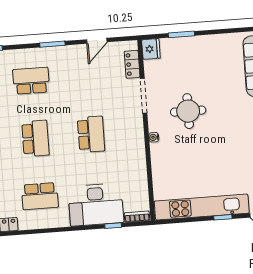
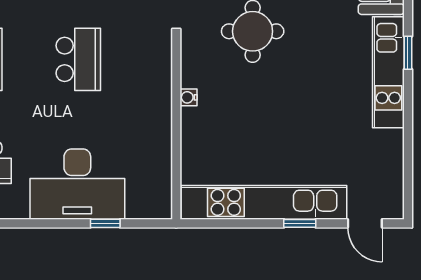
water cooler: (154, 137) -> (189, 97), moved
bookcase: (137, 217) -> (148, 211), removed

